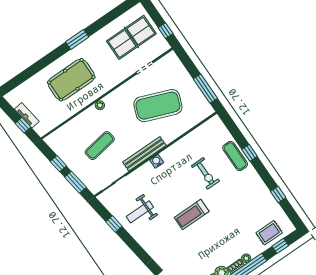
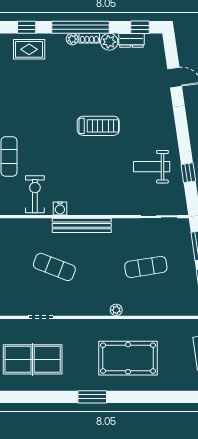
exercise mat: (158, 106) -> (54, 267), width x0.50, depth x0.69
bench: (144, 154) -> (82, 225), moved
water cooler: (157, 161) -> (60, 208), moved
exercise bike: (205, 173) -> (35, 194), moved
weight bench: (140, 212) -> (152, 167), turned 180

